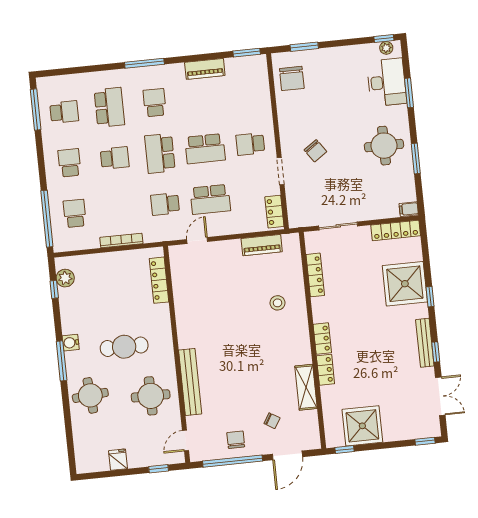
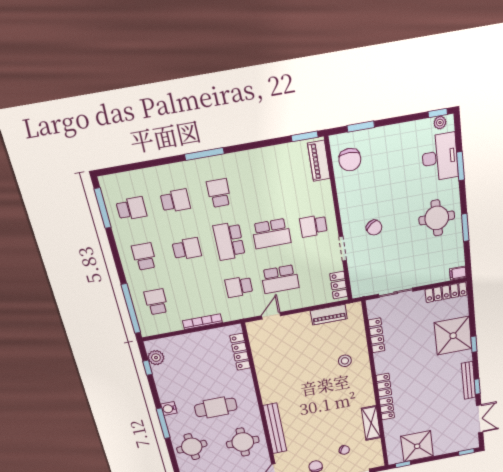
piano: (205, 69) -> (319, 161), moved, turned 90
school desk: (109, 107) -> (175, 201), width x0.54

